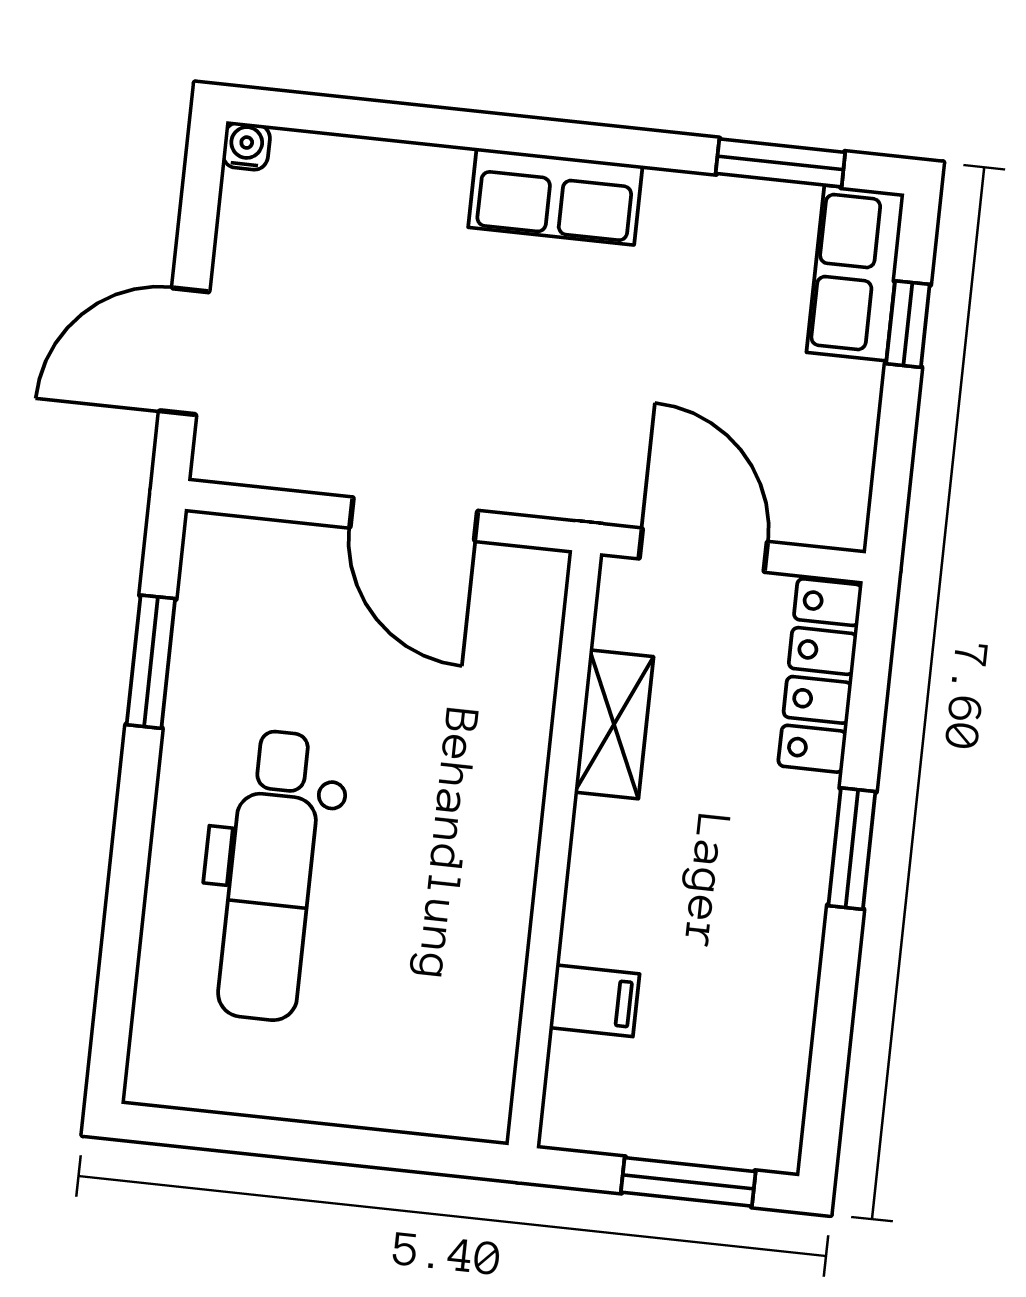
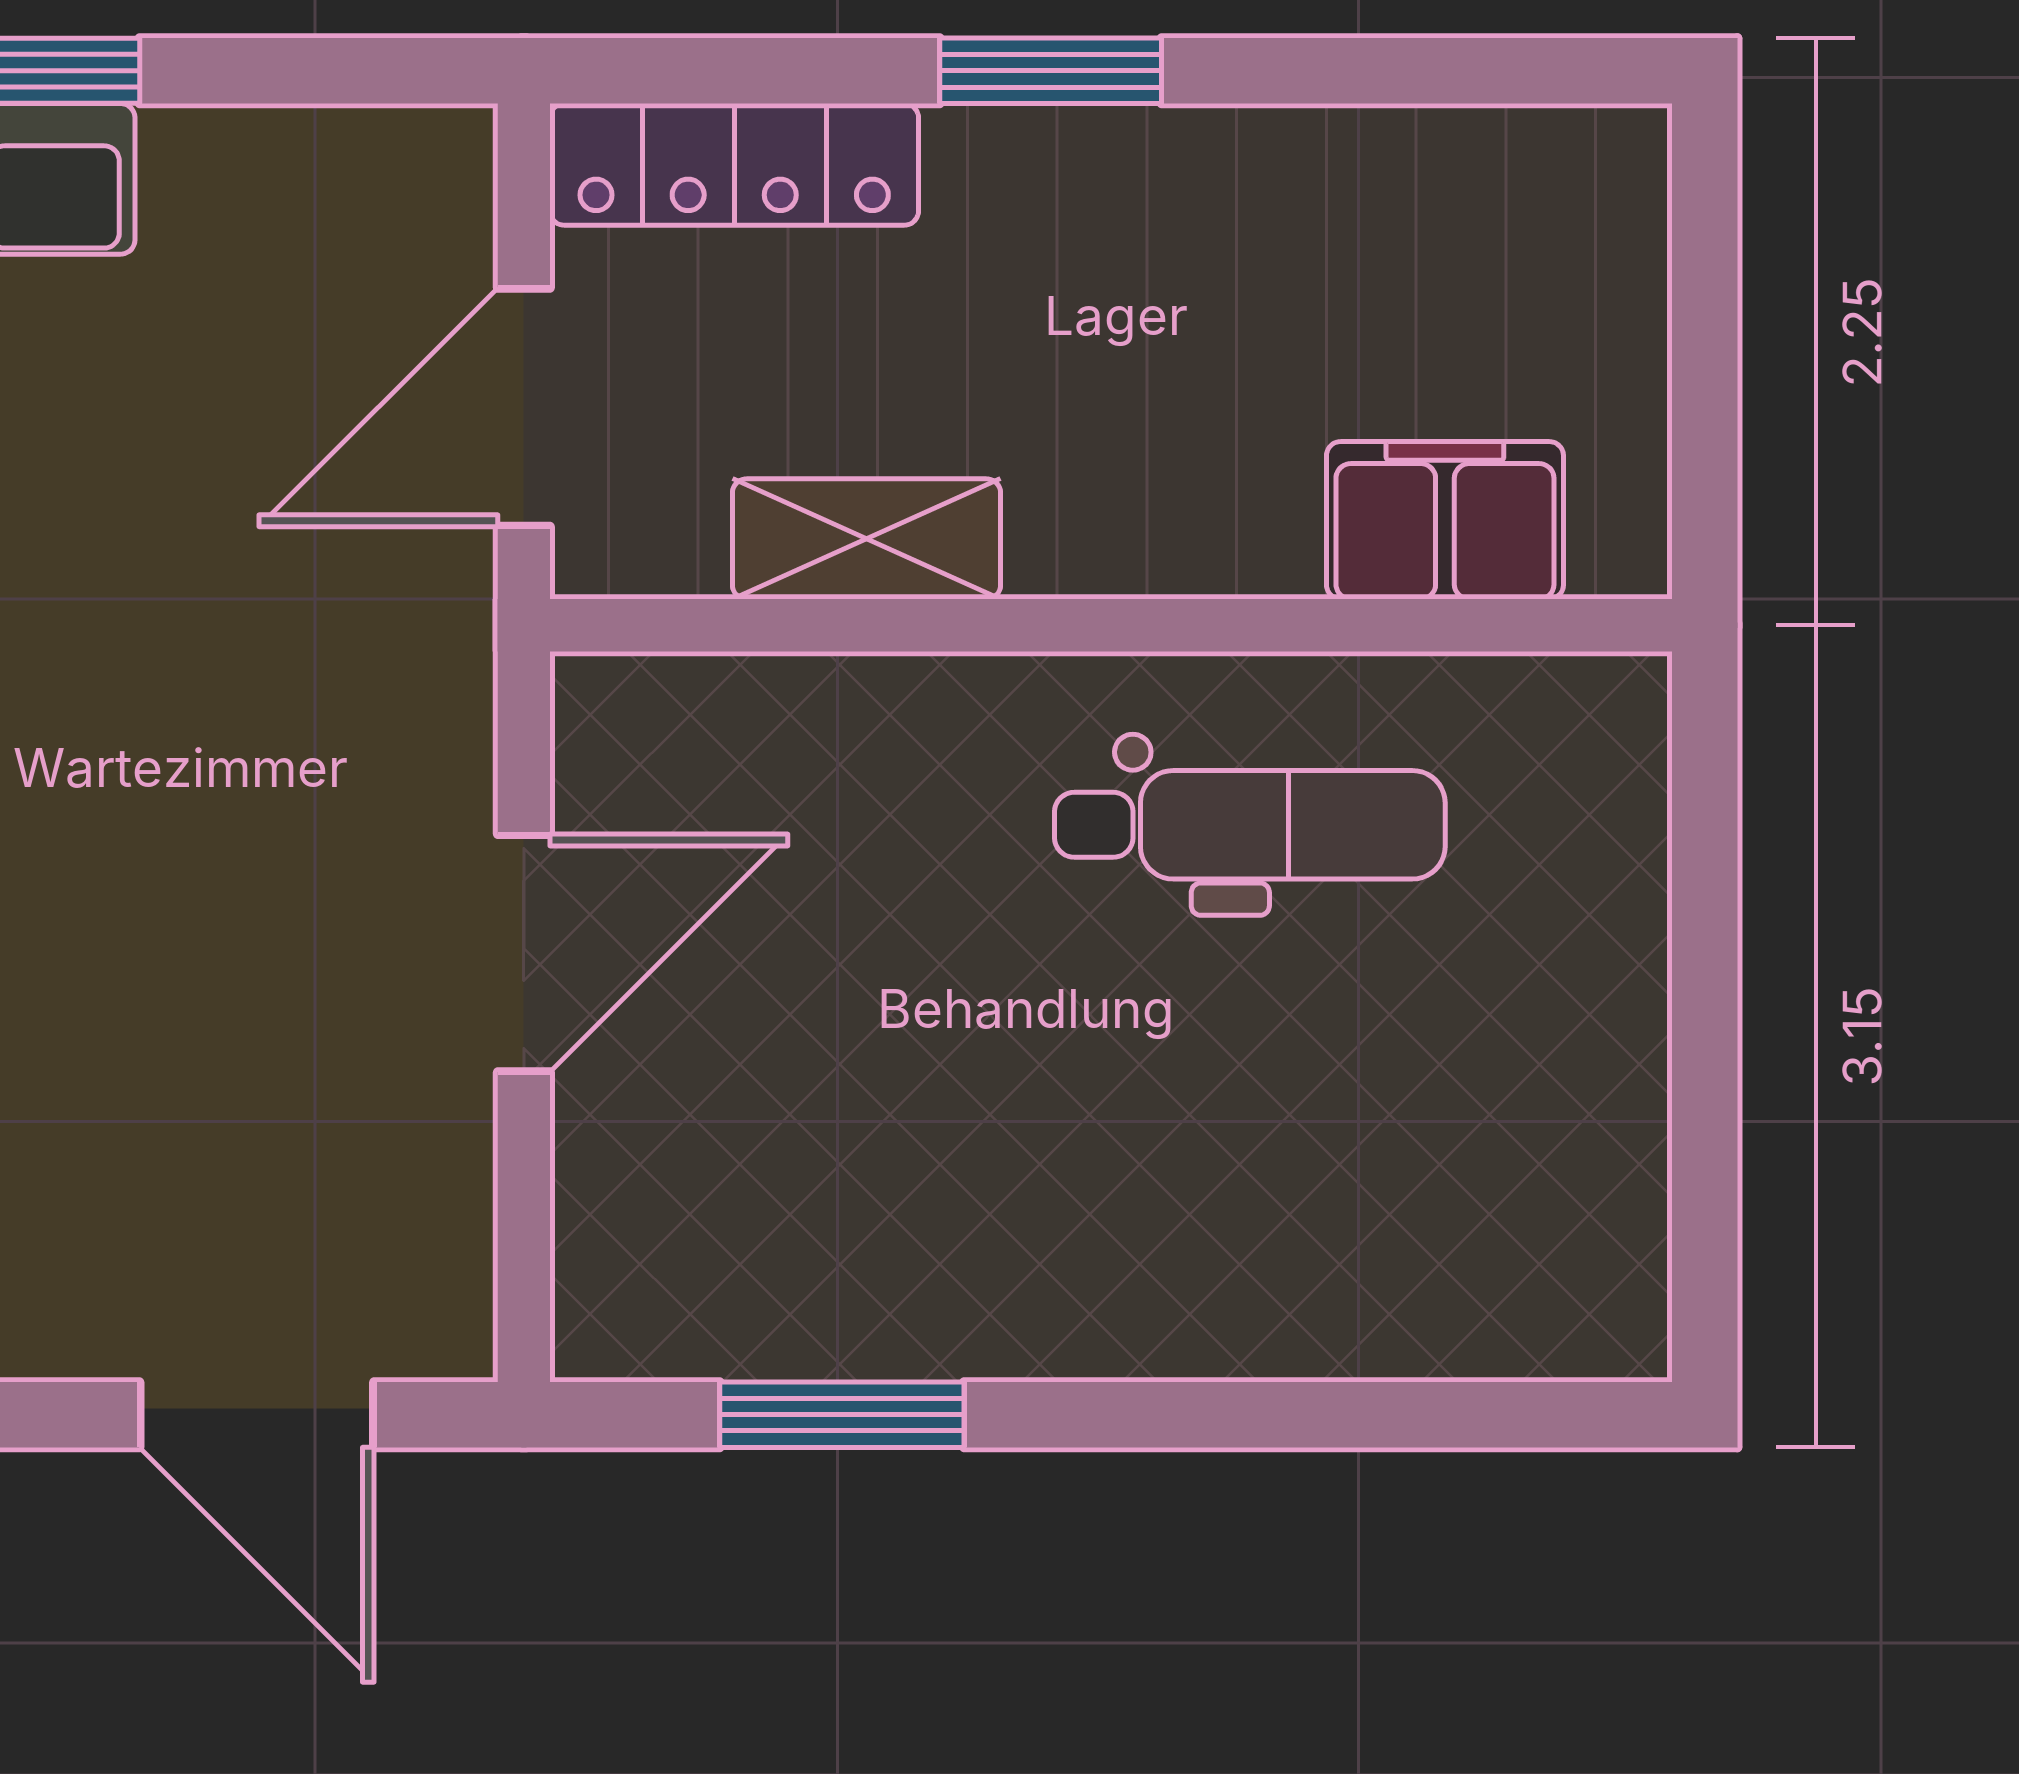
dental chair: (270, 875) -> (1250, 825), moved, width x0.73, depth x0.72
filing cabinet: (594, 1001) -> (1445, 520), width x2.00
window: (688, 1182) -> (1705, 309), removed

